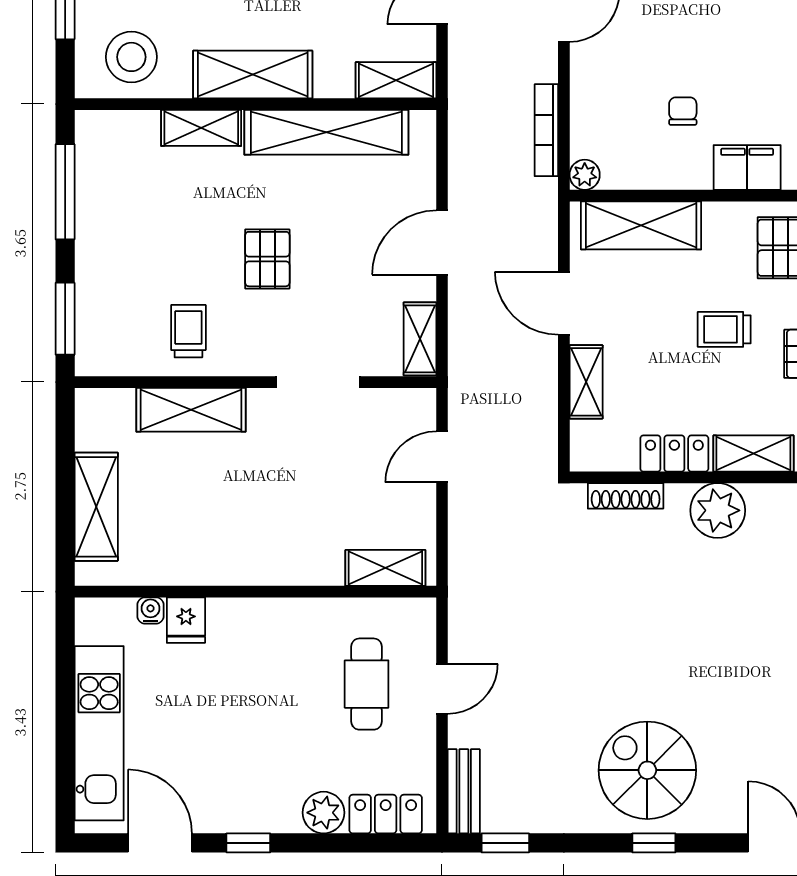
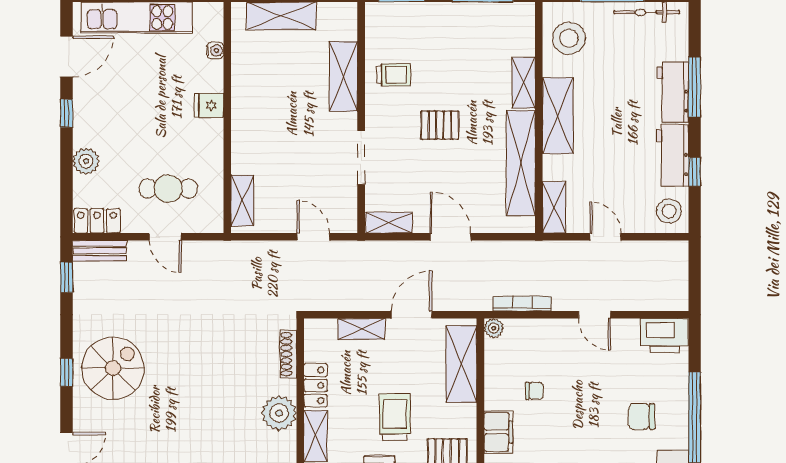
trolley: (724, 329) -> (395, 417), width x1.36, depth x1.39
fridge: (186, 620) -> (209, 105), moved
locker: (386, 814) -> (97, 221), moved, turned -90

